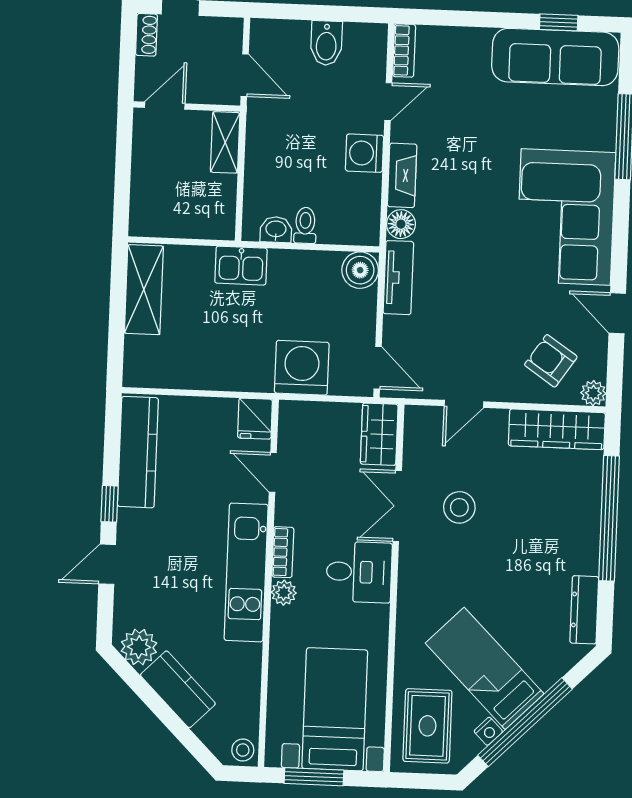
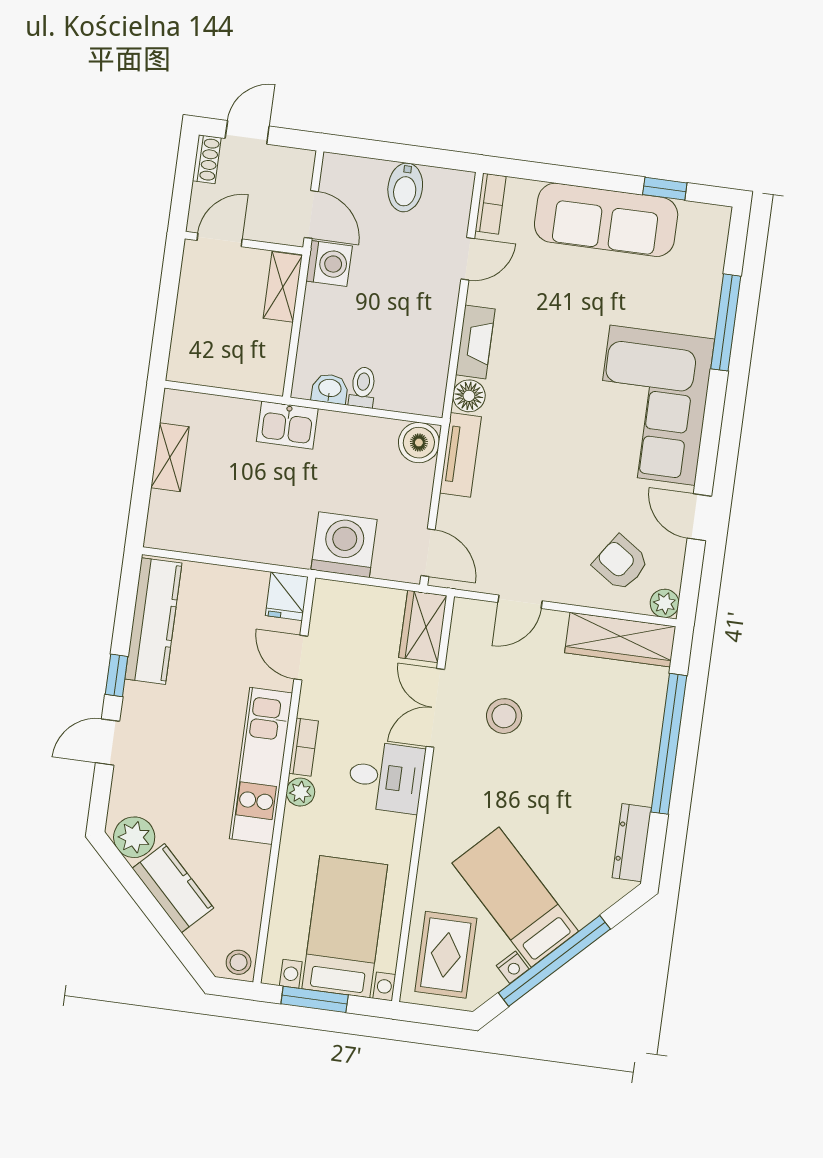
sofa: (555, 57) -> (606, 220), moved
washing machine: (365, 153) -> (329, 264), moved, turned 180
shelving: (144, 290) -> (170, 457), width x0.67, depth x0.75

